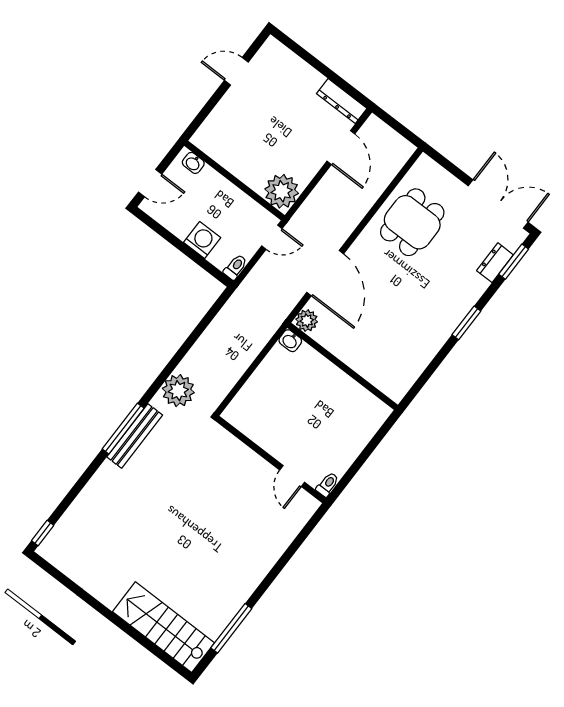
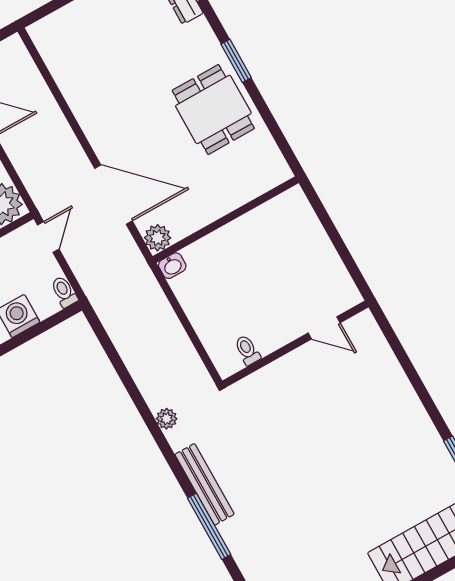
dining table: (412, 222) -> (213, 109), moved
plant: (178, 391) -> (167, 419), width x0.53, depth x0.53
window: (123, 429) -> (209, 526), moved
toilet: (328, 484) -> (247, 350), moved

